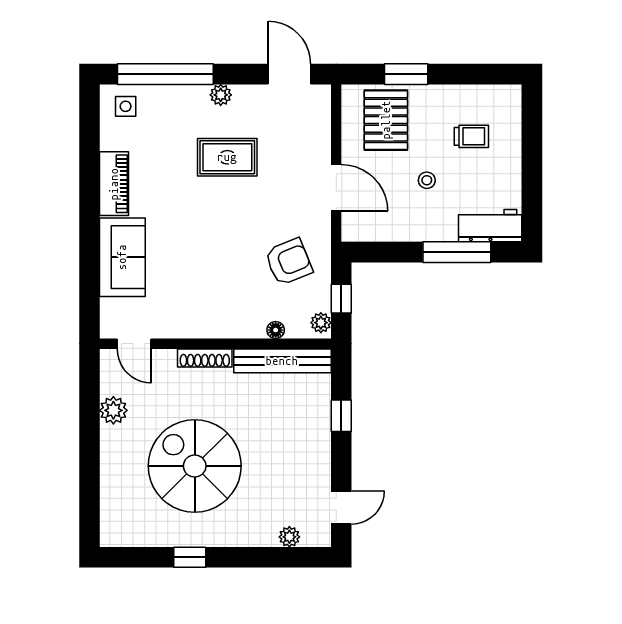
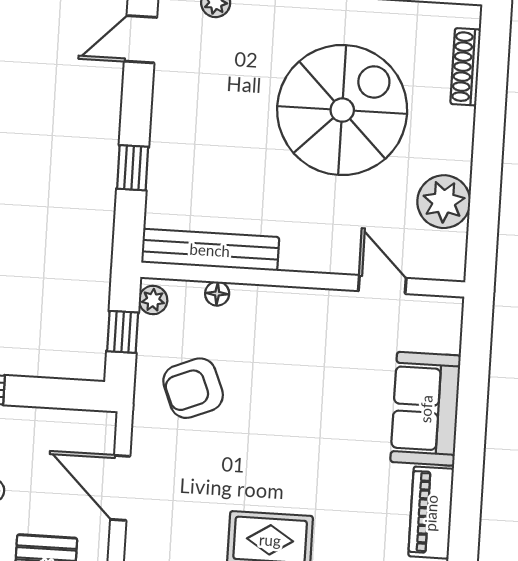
door: (134, 344) -> (382, 284), moved
shoe rack: (205, 358) -> (466, 67), moved, turned -90
plant: (113, 410) -> (444, 202), width x1.36, depth x1.36
spiral stairs: (195, 466) -> (342, 110), turned -90

